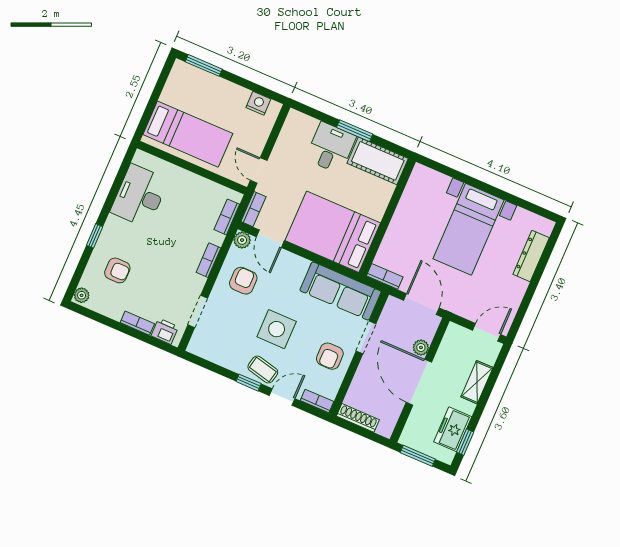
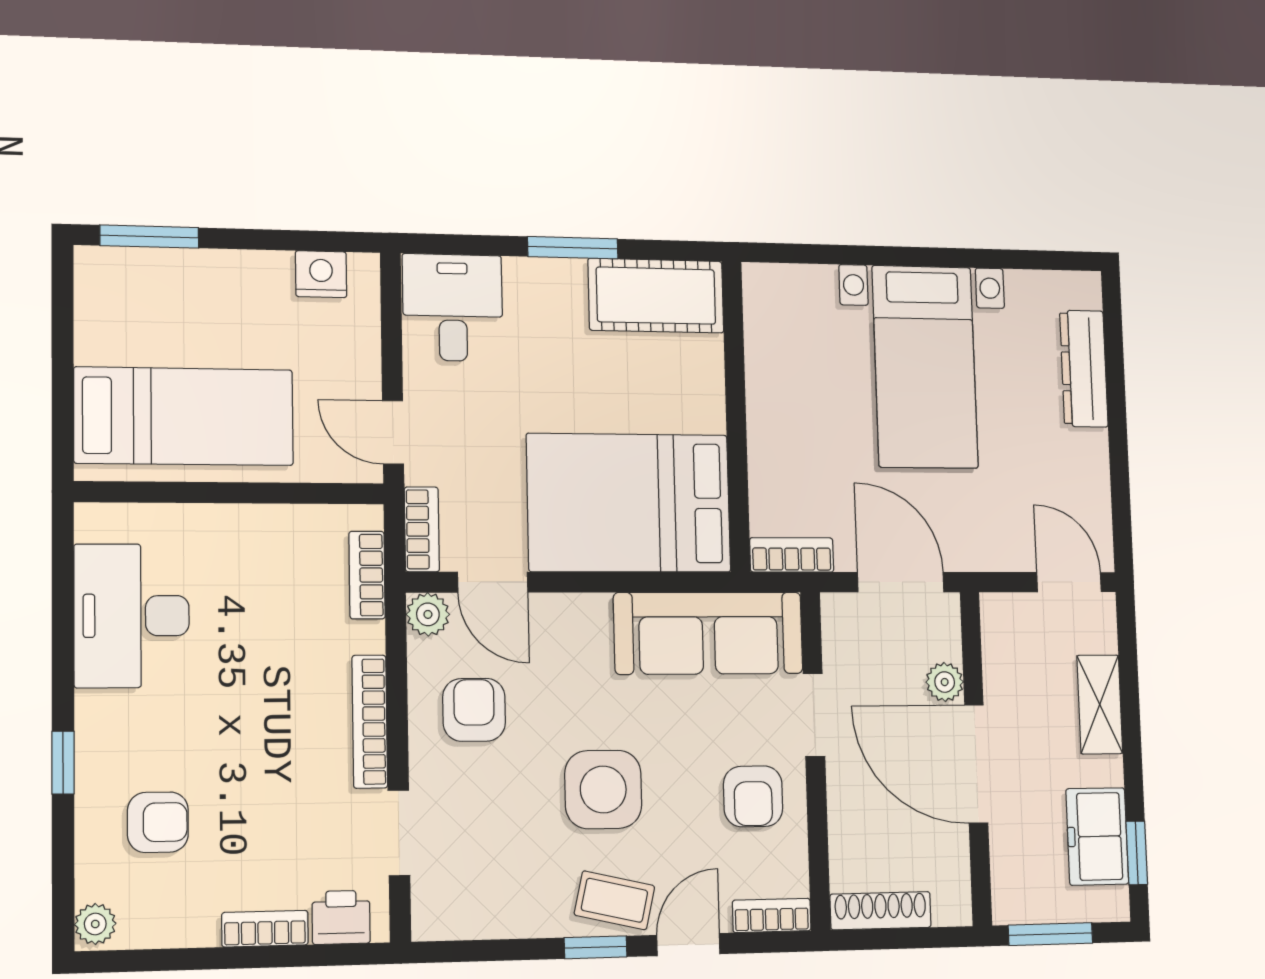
desk: (331, 148) -> (453, 308), moved
bookcase: (208, 260) -> (370, 722), width x1.56
door: (487, 332) -> (1069, 582), hinge flipped

